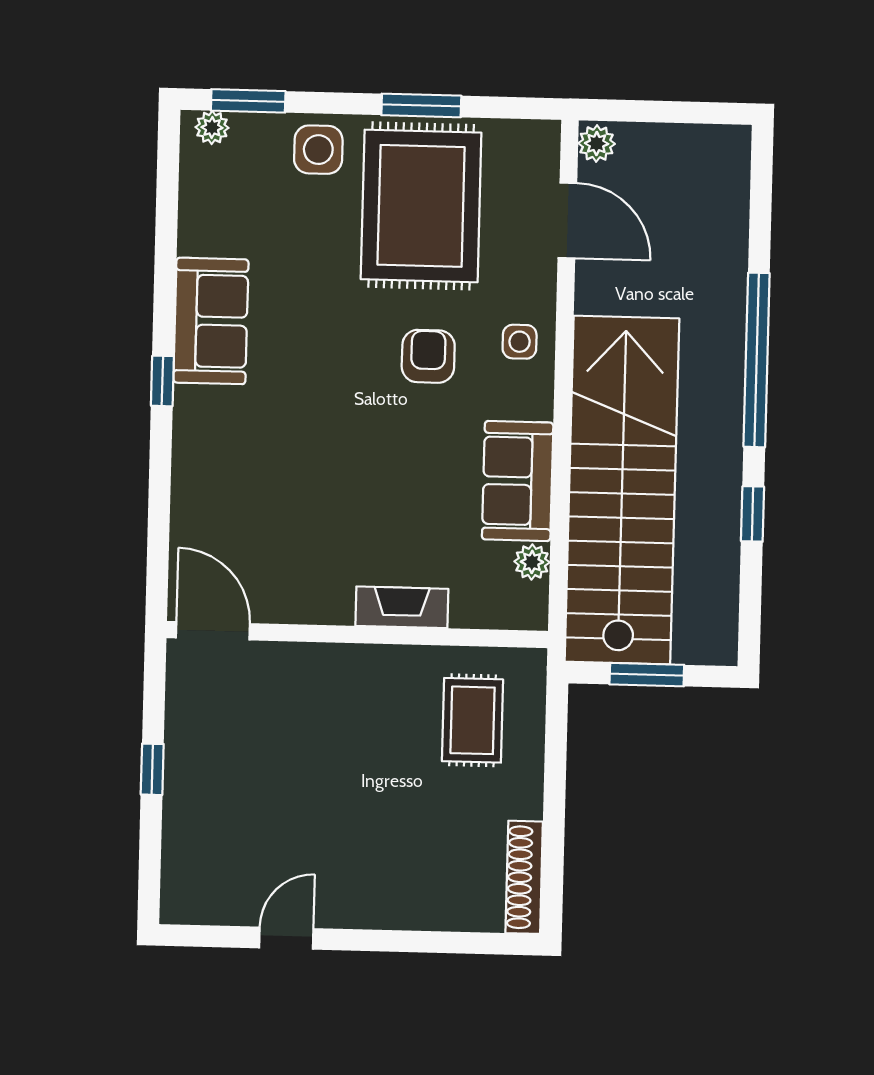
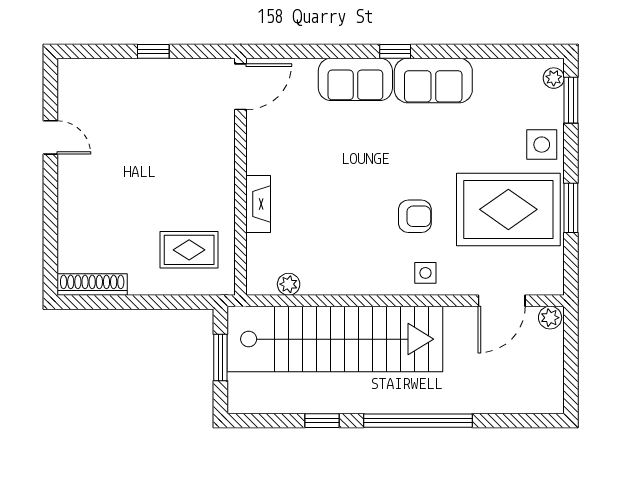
sofa: (518, 481) -> (355, 79), moved, turned 180

